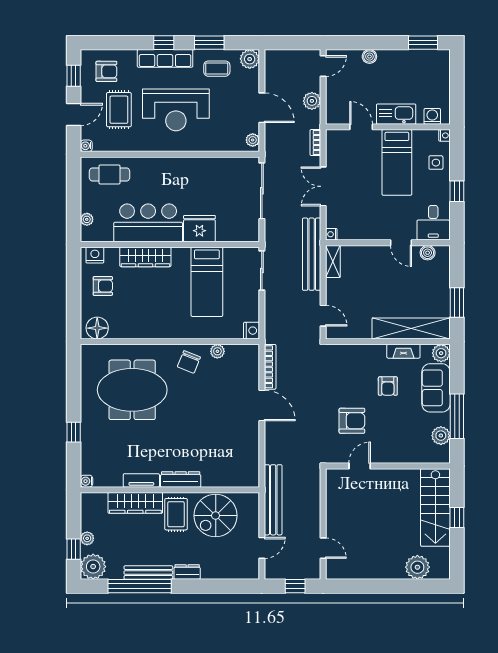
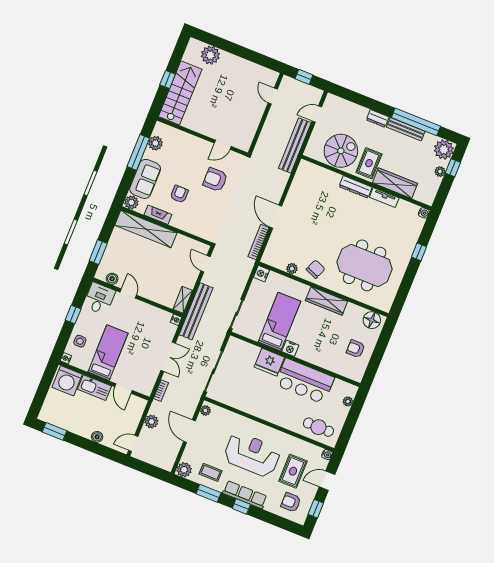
washing machine: (432, 116) -> (67, 381), width x1.89, depth x1.89
nightstand: (95, 255) -> (290, 348), moved
wardrobe: (145, 257) -> (327, 301), moved, turned 180
window: (457, 303) -> (98, 252), moved

